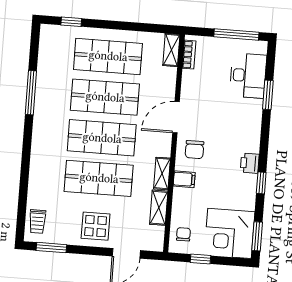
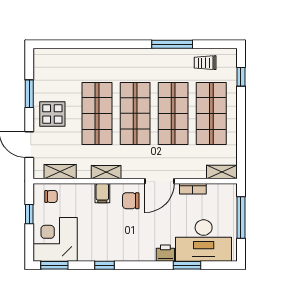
window: (236, 34) -> (241, 218), moved
bookcase: (189, 55) -> (193, 189), moved
desk: (248, 76) -> (204, 240), width x1.36, depth x1.30
door: (176, 117) -> (160, 181), swing flipped
printer: (250, 163) -> (165, 253), moved
shelving: (159, 208) -> (60, 172), moved
trolley: (37, 222) -> (205, 63), moved
window: (51, 248) -> (29, 94), moved

